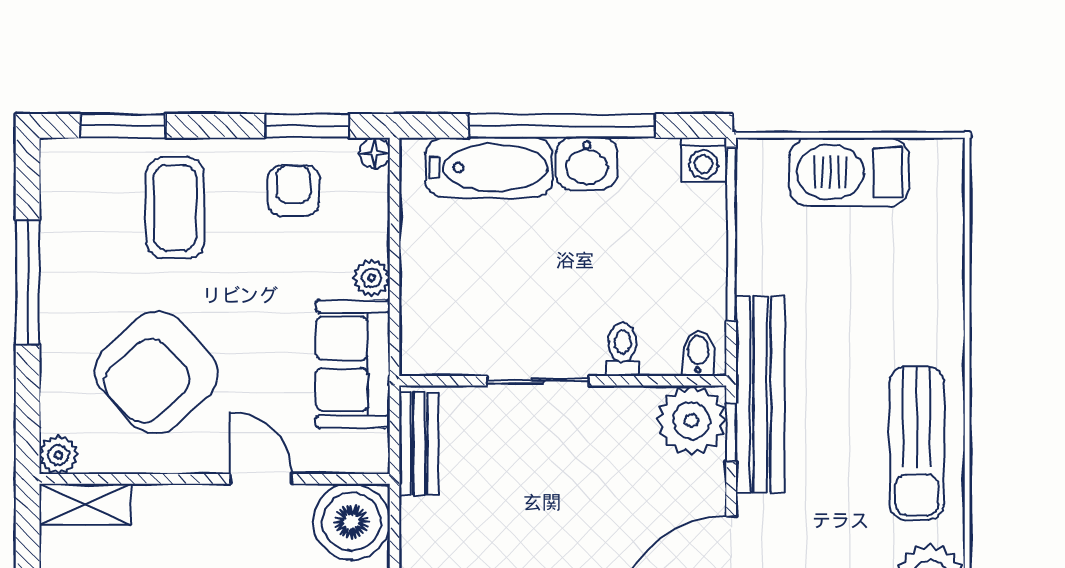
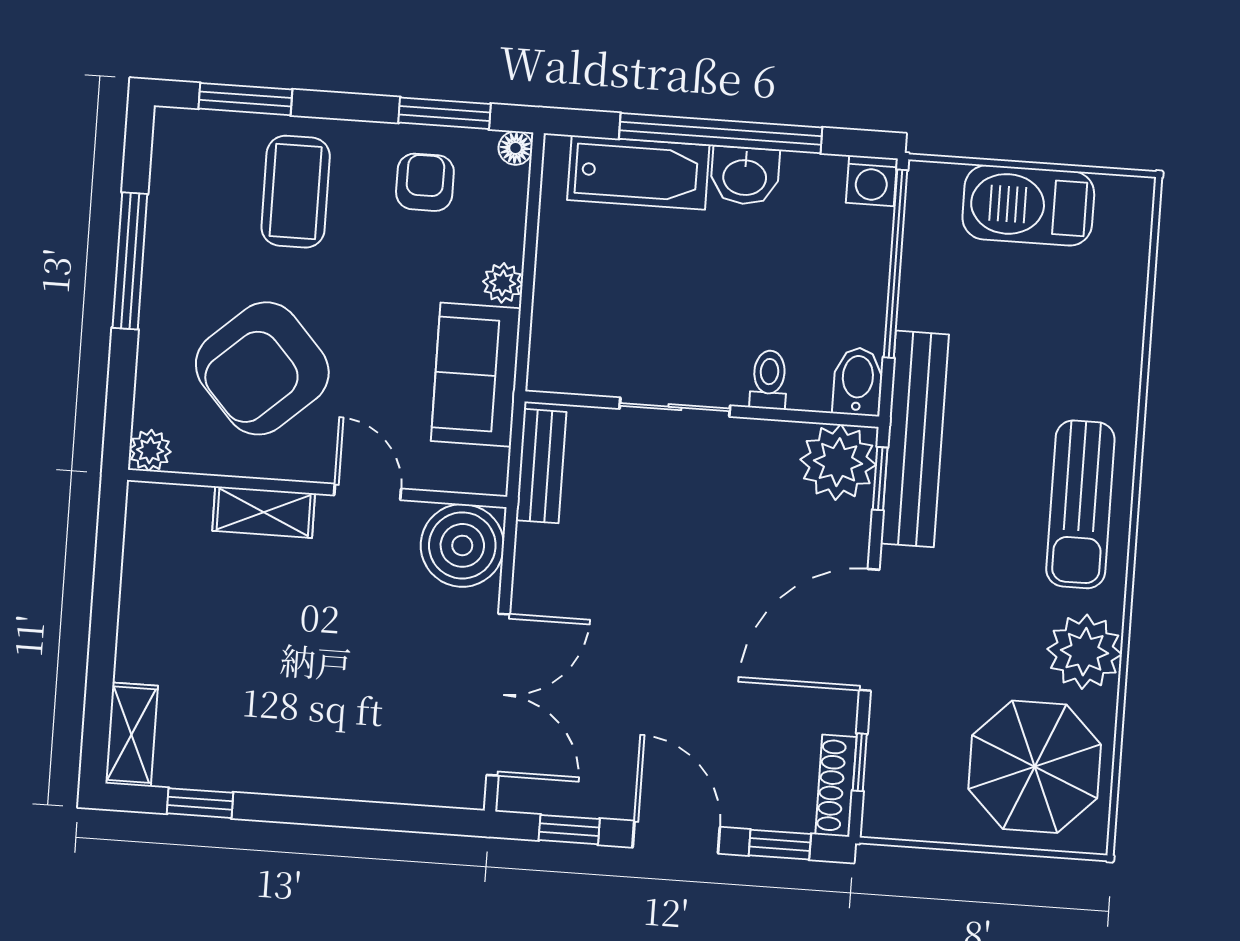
bidet: (698, 353) -> (858, 381), width x1.38, depth x1.36
shelving: (85, 504) -> (264, 512), moved

